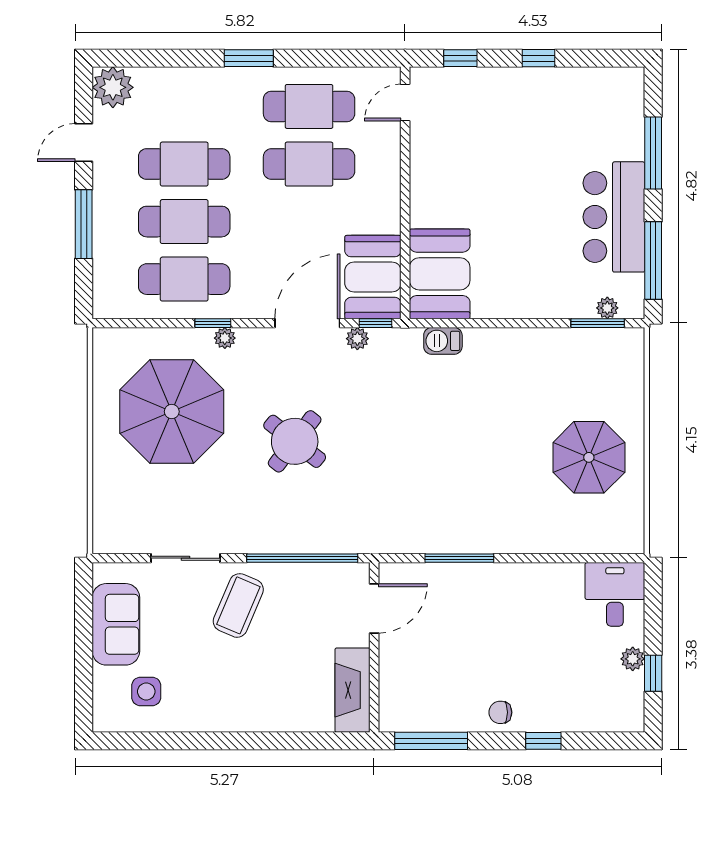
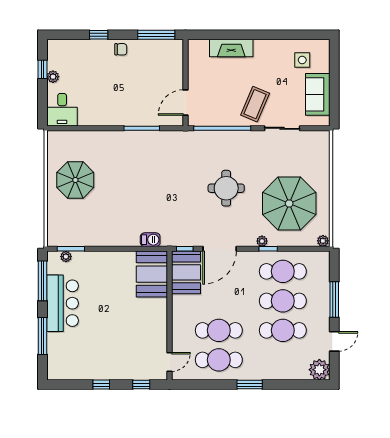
plant: (357, 339) -> (323, 241), moved
round table: (295, 441) -> (226, 188), turned -38
fireplace: (352, 690) -> (231, 48), moved, turned 90

